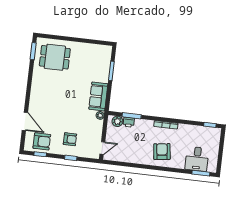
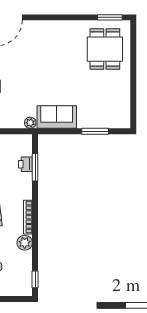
plant: (117, 121) -> (25, 243), moved

